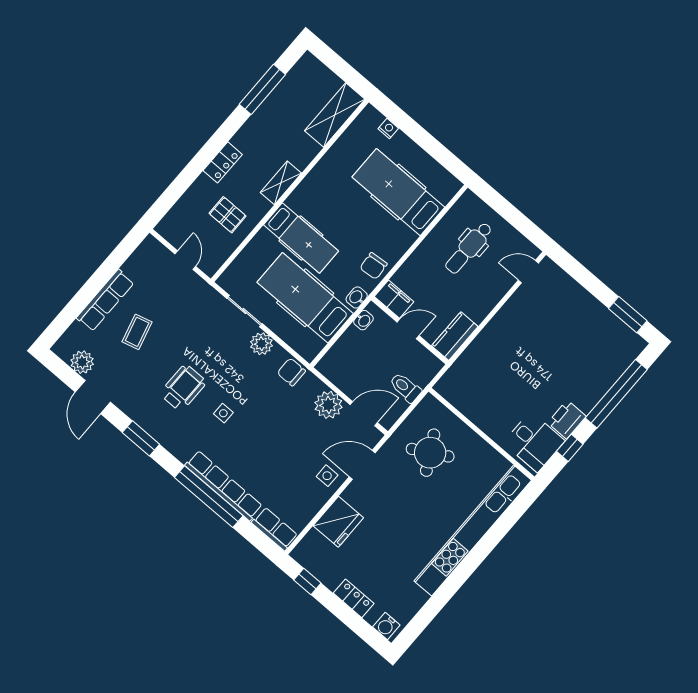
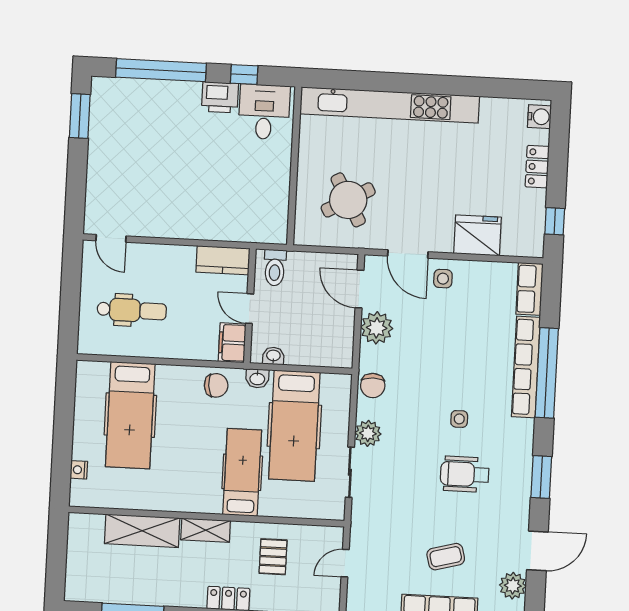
shelving: (335, 115) -> (142, 531), moved
toilet: (405, 388) -> (275, 268), moved

